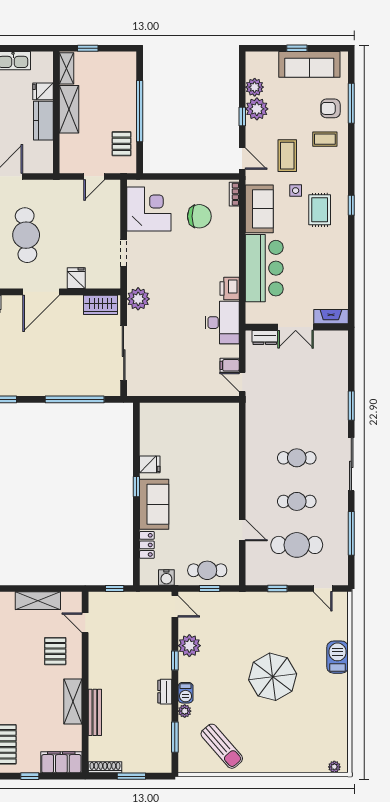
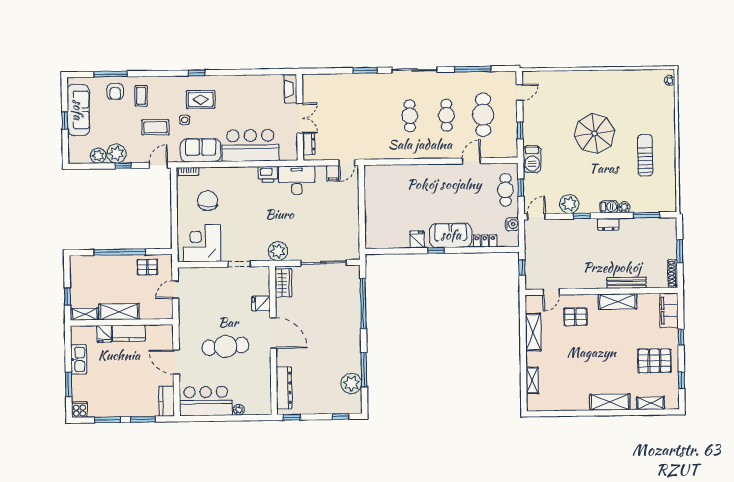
door: (94, 176) -> (175, 290), swing flipped
barbecue: (337, 657) -> (532, 159), moved, turned -90
sun lounger: (222, 746) -> (645, 155), moved, turned -49

